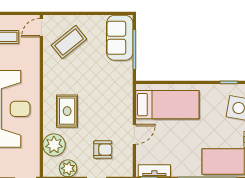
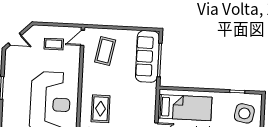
sofa: (120, 38) -> (147, 56), width x1.36
coffee table: (69, 42) -> (105, 51), turned -40

